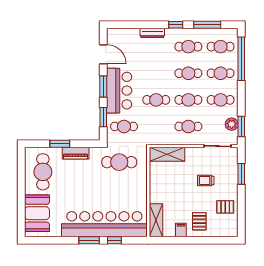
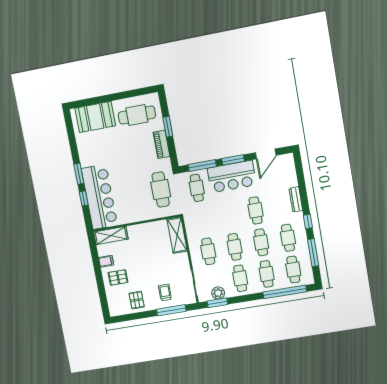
cafe table: (156, 100) -> (256, 210), moved
window: (103, 117) -> (202, 166), width x1.44
window: (241, 174) -> (171, 310), width x1.44
trolley: (206, 180) -> (165, 293), moved
bar counter: (104, 224) -> (99, 197), width x0.73

